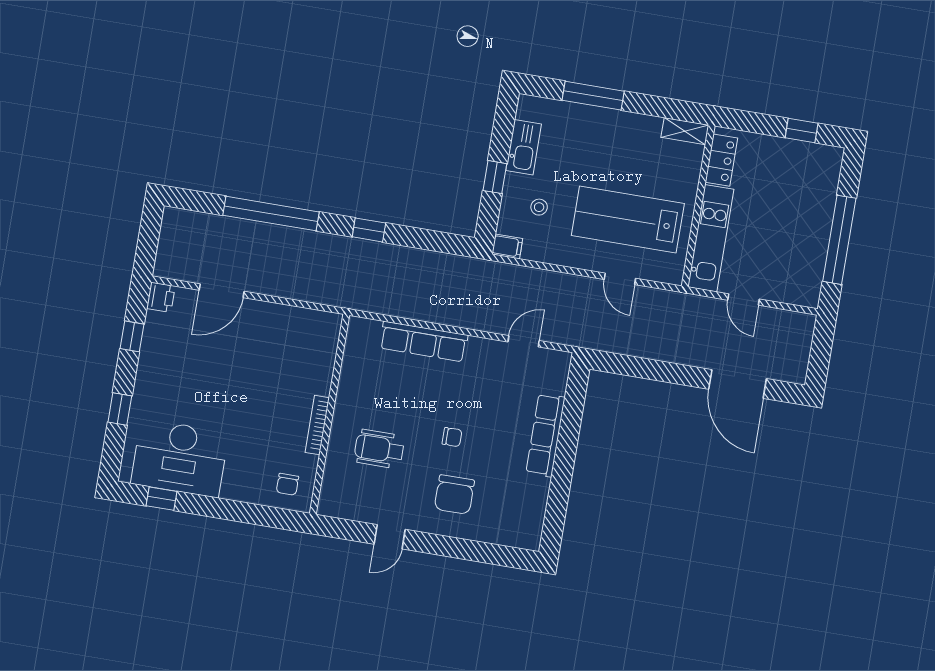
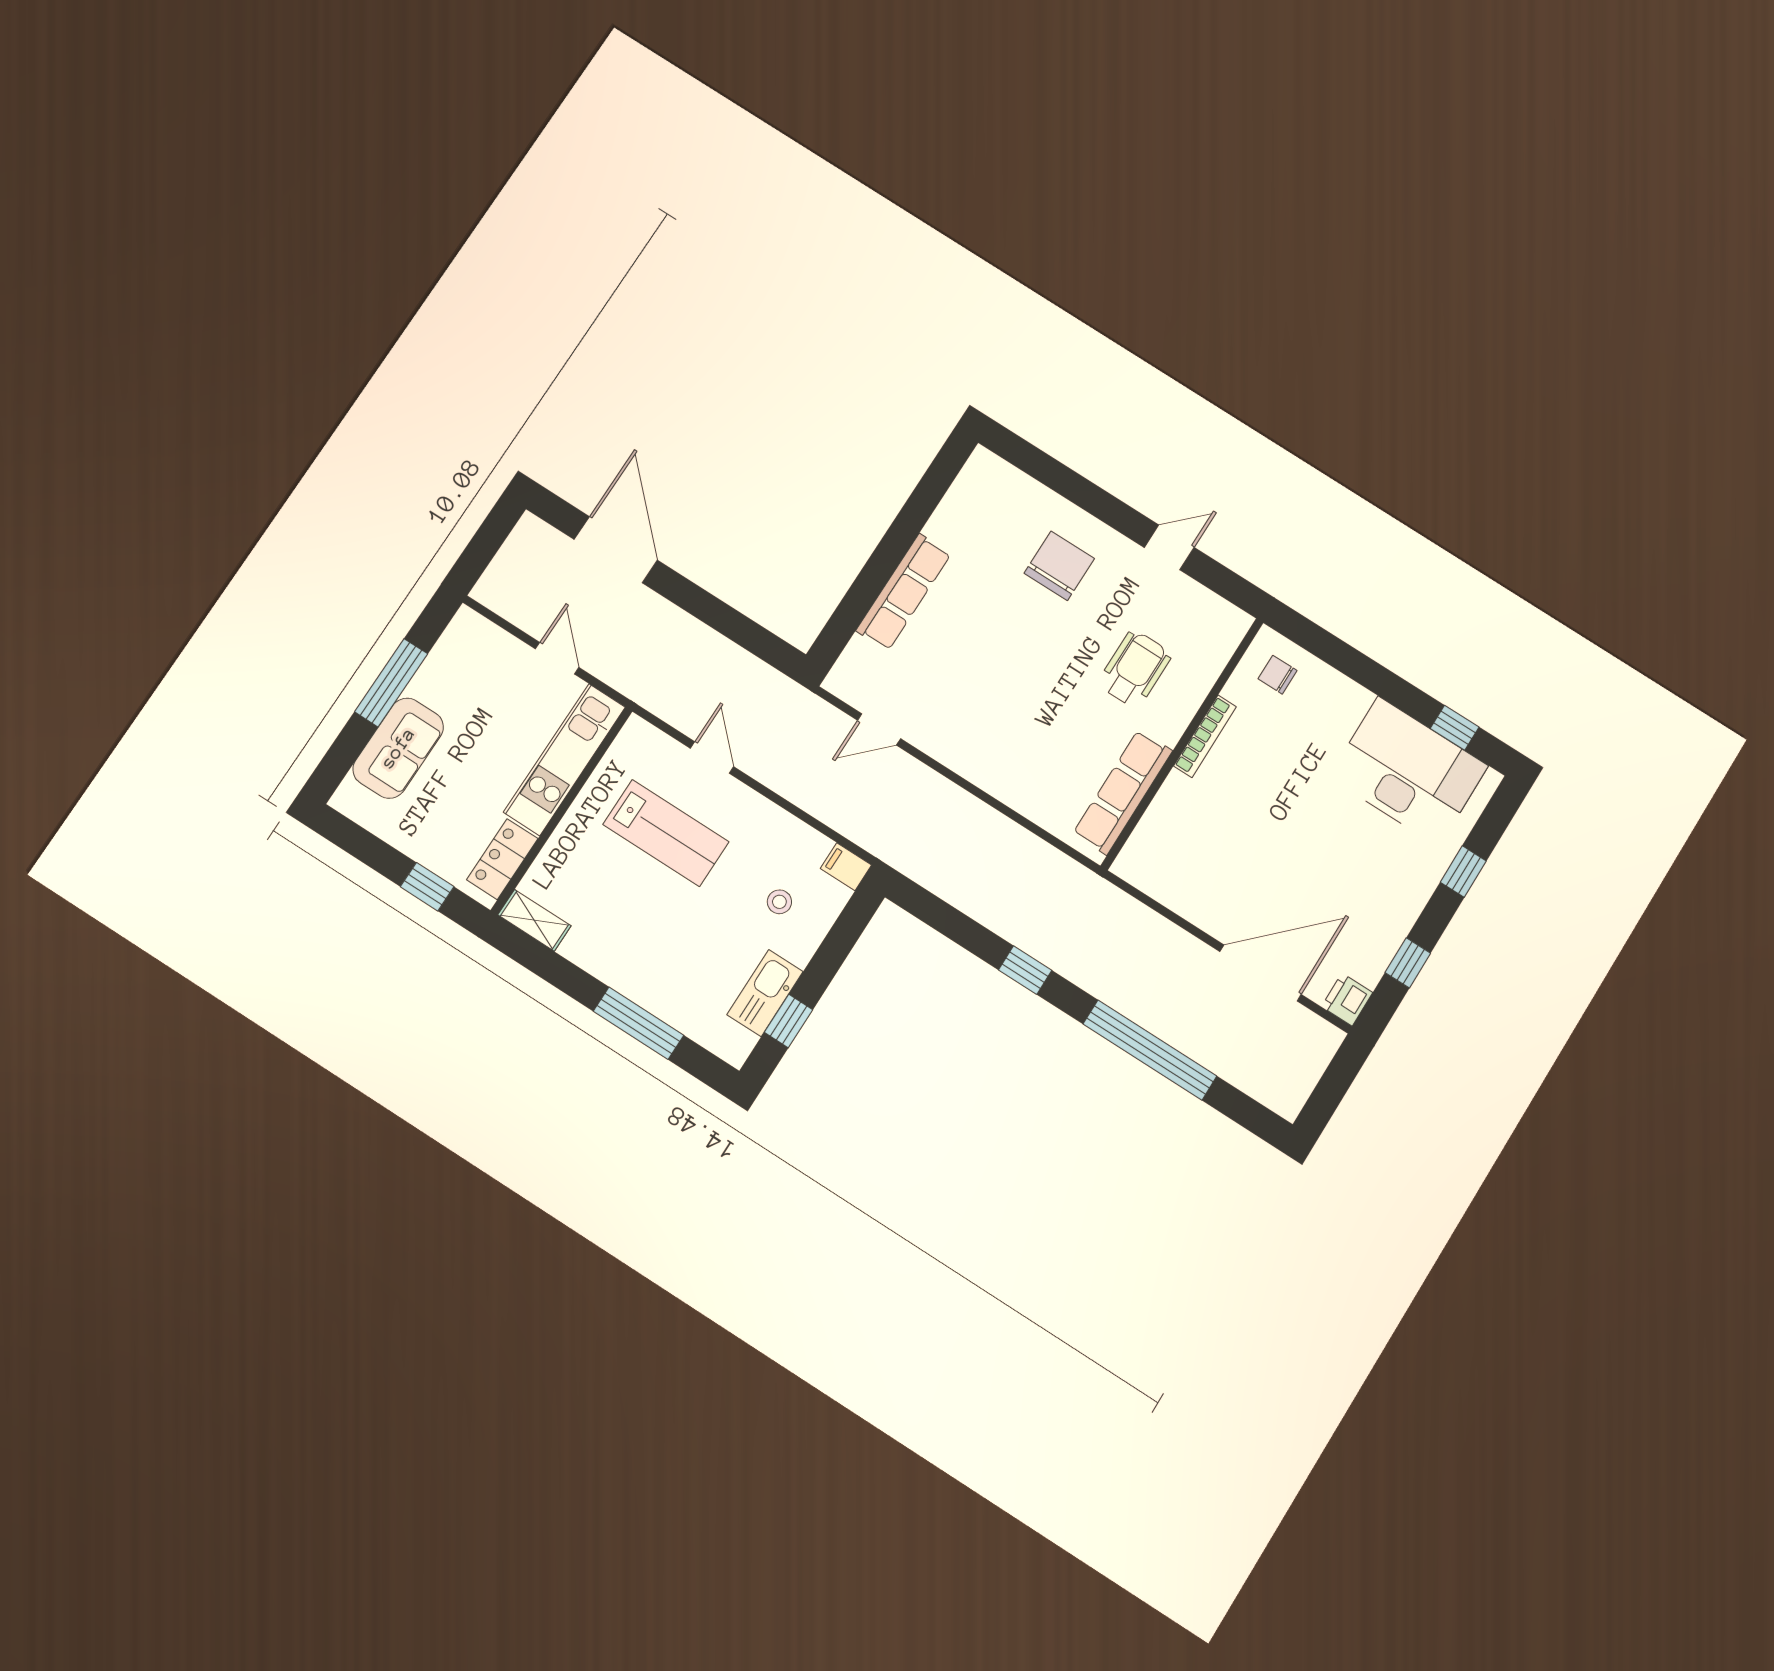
window: (802, 131) -> (427, 887), moved
window: (495, 177) -> (788, 1021), moved
sofa: (816, 201) -> (398, 748), added
lab bench: (628, 220) -> (666, 833), width x0.73, depth x0.72
window: (839, 240) -> (391, 683), width x0.68
door: (222, 291) -> (1261, 973), width x1.36
row of seats: (424, 341) -> (1123, 792), moved, turned -90
chair: (452, 437) -> (1030, 643), removed
wheelchair: (379, 449) -> (1135, 669), turned -90
chair: (287, 484) -> (1278, 675), turned -90

